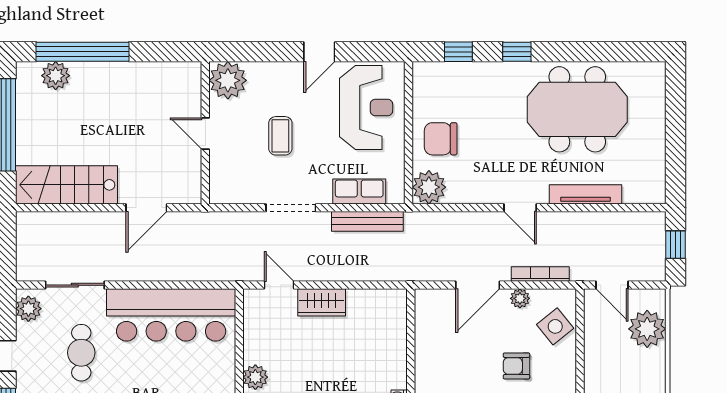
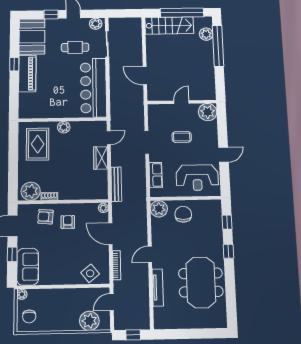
door: (319, 52) -> (224, 155), swing flipped
stairs: (67, 185) -> (169, 25), moved, turned 90
bench: (367, 221) -> (116, 184), moved
plant: (520, 298) -> (103, 208), moved
armchair: (516, 366) -> (68, 222), moved

